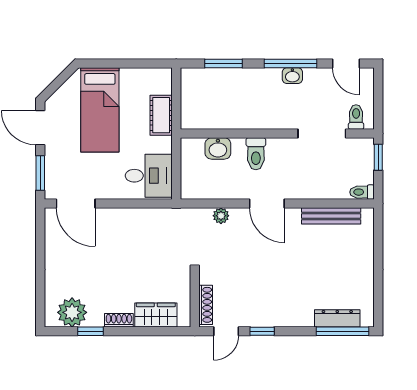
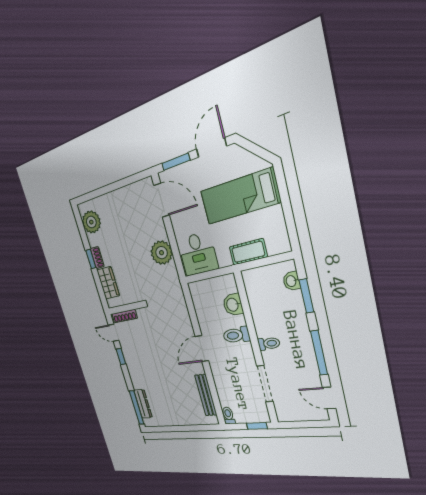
door: (346, 63) -> (329, 398), hinge flipped
washbasin: (292, 76) -> (291, 281), moved
toilet: (356, 117) -> (269, 344), moved
door: (76, 204) -> (162, 200), swing flipped
plant: (221, 216) -> (161, 253), moved, width x1.88, depth x1.88
window: (90, 331) -> (91, 259), moved

